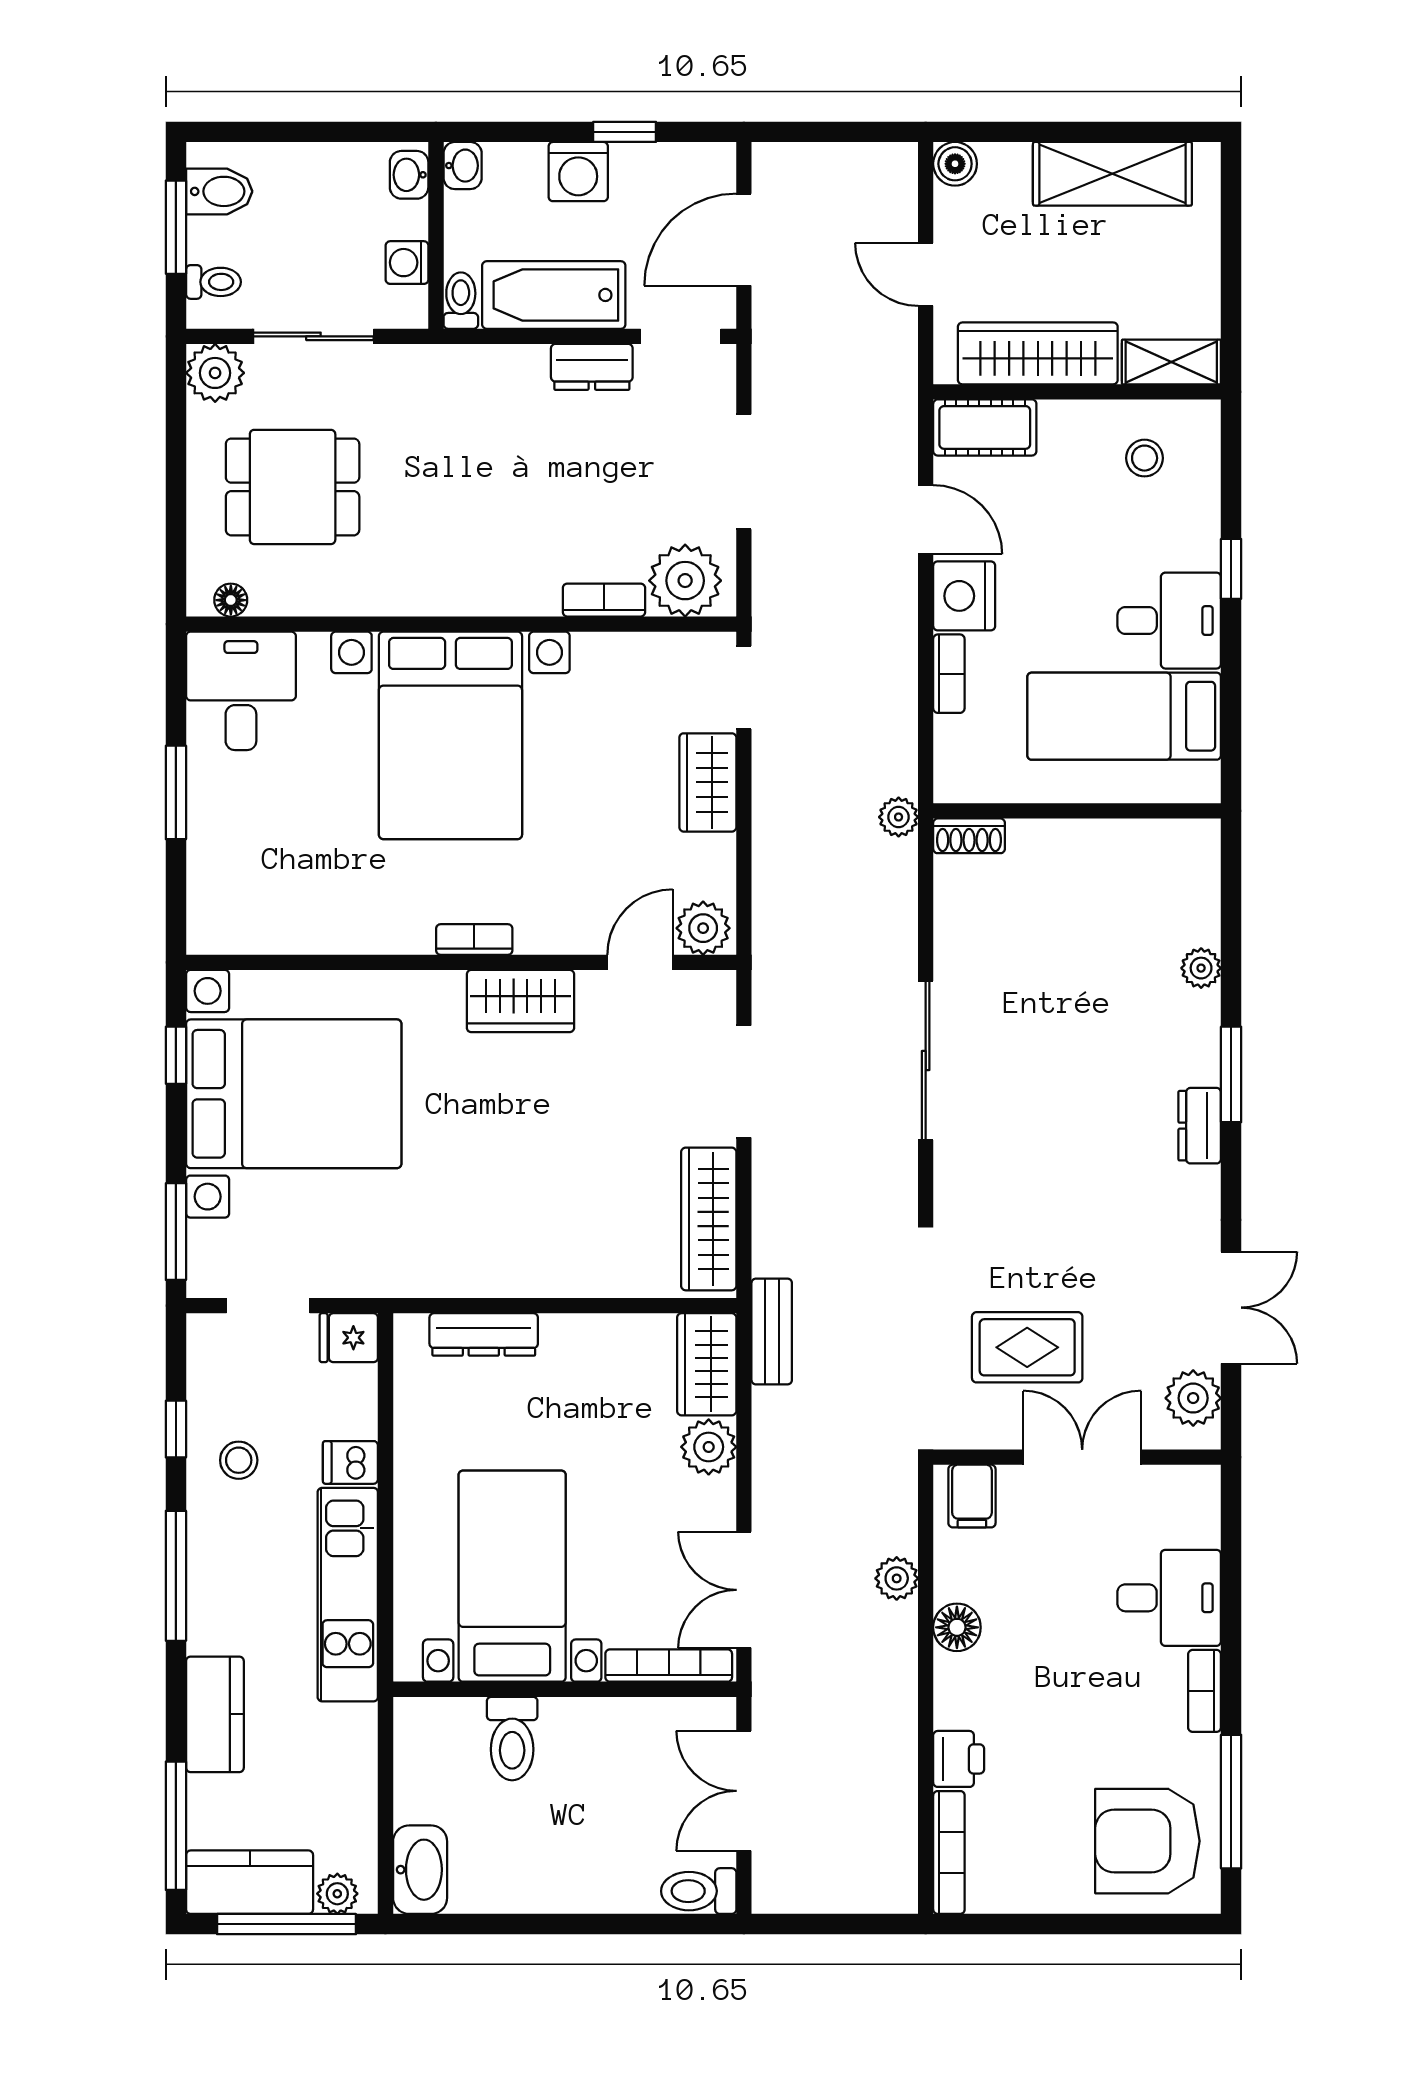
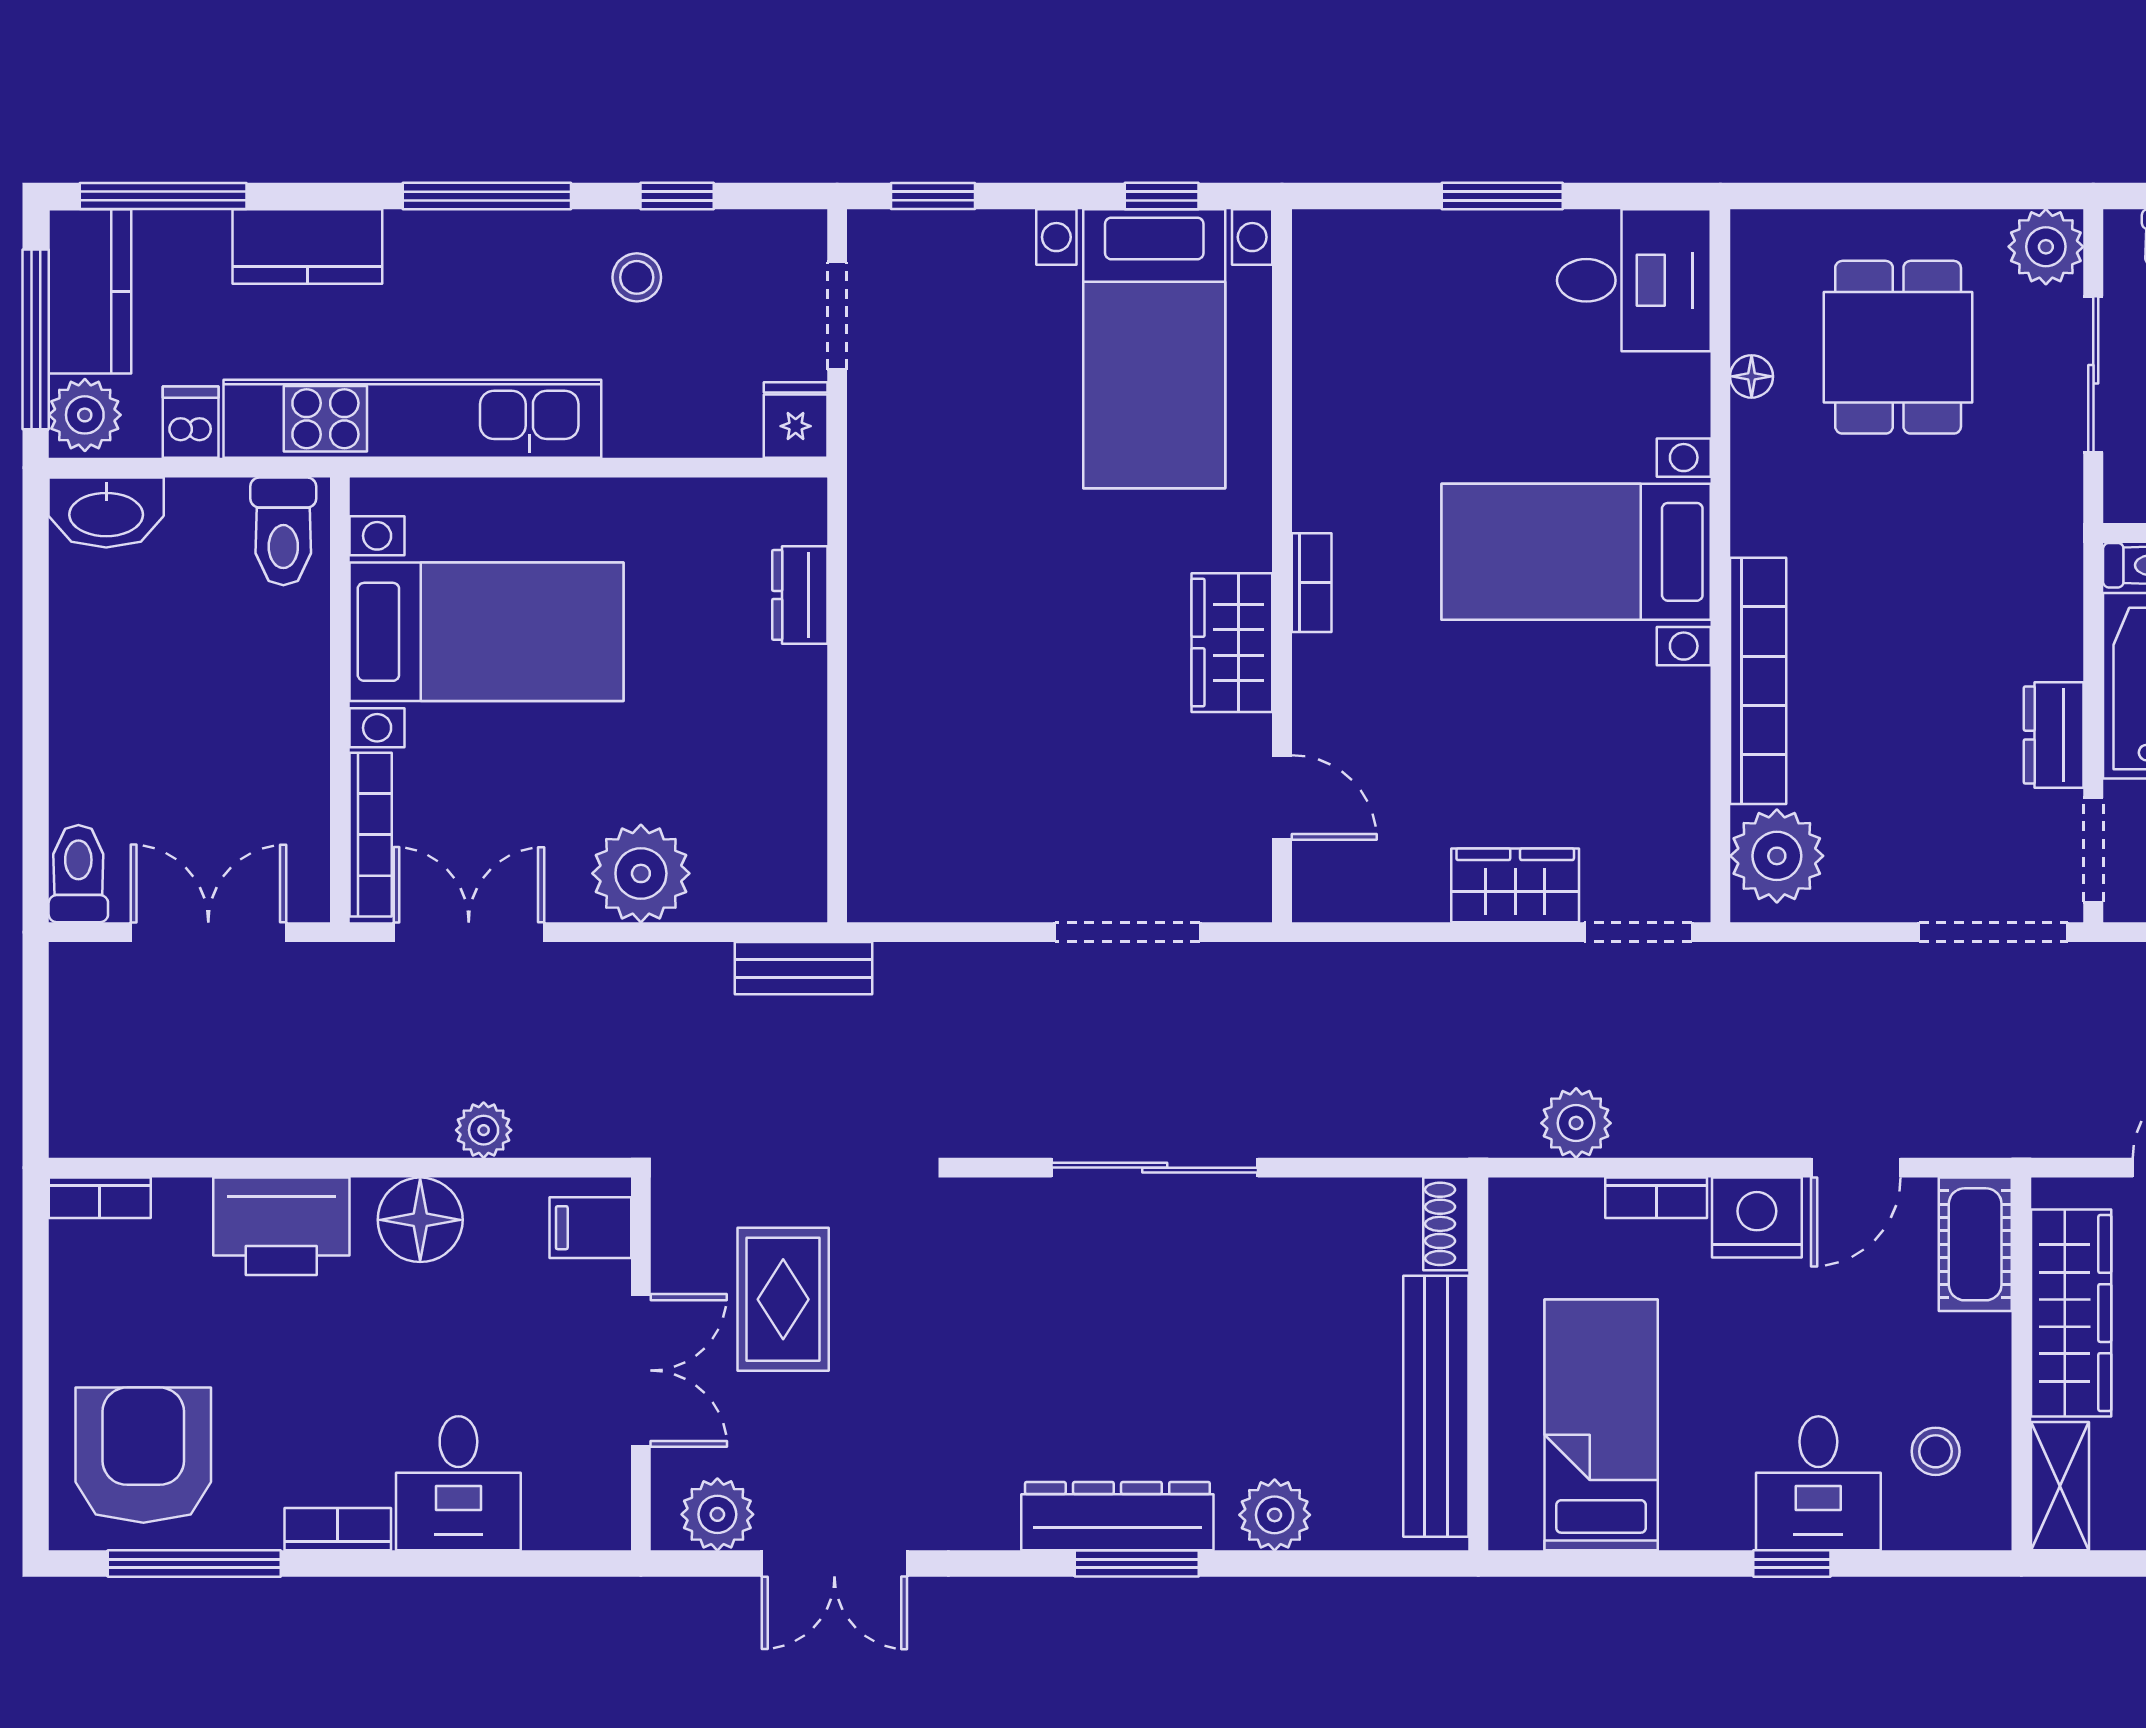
doorway: (744, 472) -> (1993, 932), moved
floor lamp: (231, 600) -> (1752, 376), moved
bookcase: (604, 600) -> (1758, 681), width x2.31, depth x1.31
desk: (1169, 621) -> (1818, 1483), moved
bed with nightstands: (450, 735) -> (1576, 552), width x0.73
plant: (899, 817) -> (1576, 1123), moved, width x1.38, depth x1.38
bench: (1110, 844) -> (1436, 1406), added
plant: (703, 928) -> (1326, 879), removed
plant: (1201, 968) -> (1275, 1515), width x1.38, depth x1.38
bed with nightstands: (294, 1094) -> (1154, 349), width x0.73
dresser: (1200, 1126) -> (1117, 1516), width x1.96, depth x1.24
wardrobe: (709, 1219) -> (949, 887), removed
window: (176, 1232) -> (933, 196), width x0.67
dresser: (484, 1334) -> (800, 595), width x0.70
wardrobe: (707, 1364) -> (761, 884), removed
plant: (709, 1447) -> (641, 873), width x1.36, depth x1.36
dishwasher: (350, 1462) -> (191, 422), moved
kitchen unit: (348, 1595) -> (412, 419), width x1.36
floor lamp: (957, 1627) -> (420, 1220), width x1.38, depth x1.38
toilet: (512, 1739) -> (283, 531), moved, turned -90
printer: (959, 1759) -> (281, 1226), width x1.87, depth x1.48
bookcase: (949, 1852) -> (100, 1198), width x0.64
plant: (337, 1894) -> (85, 415), width x1.38, depth x1.38

